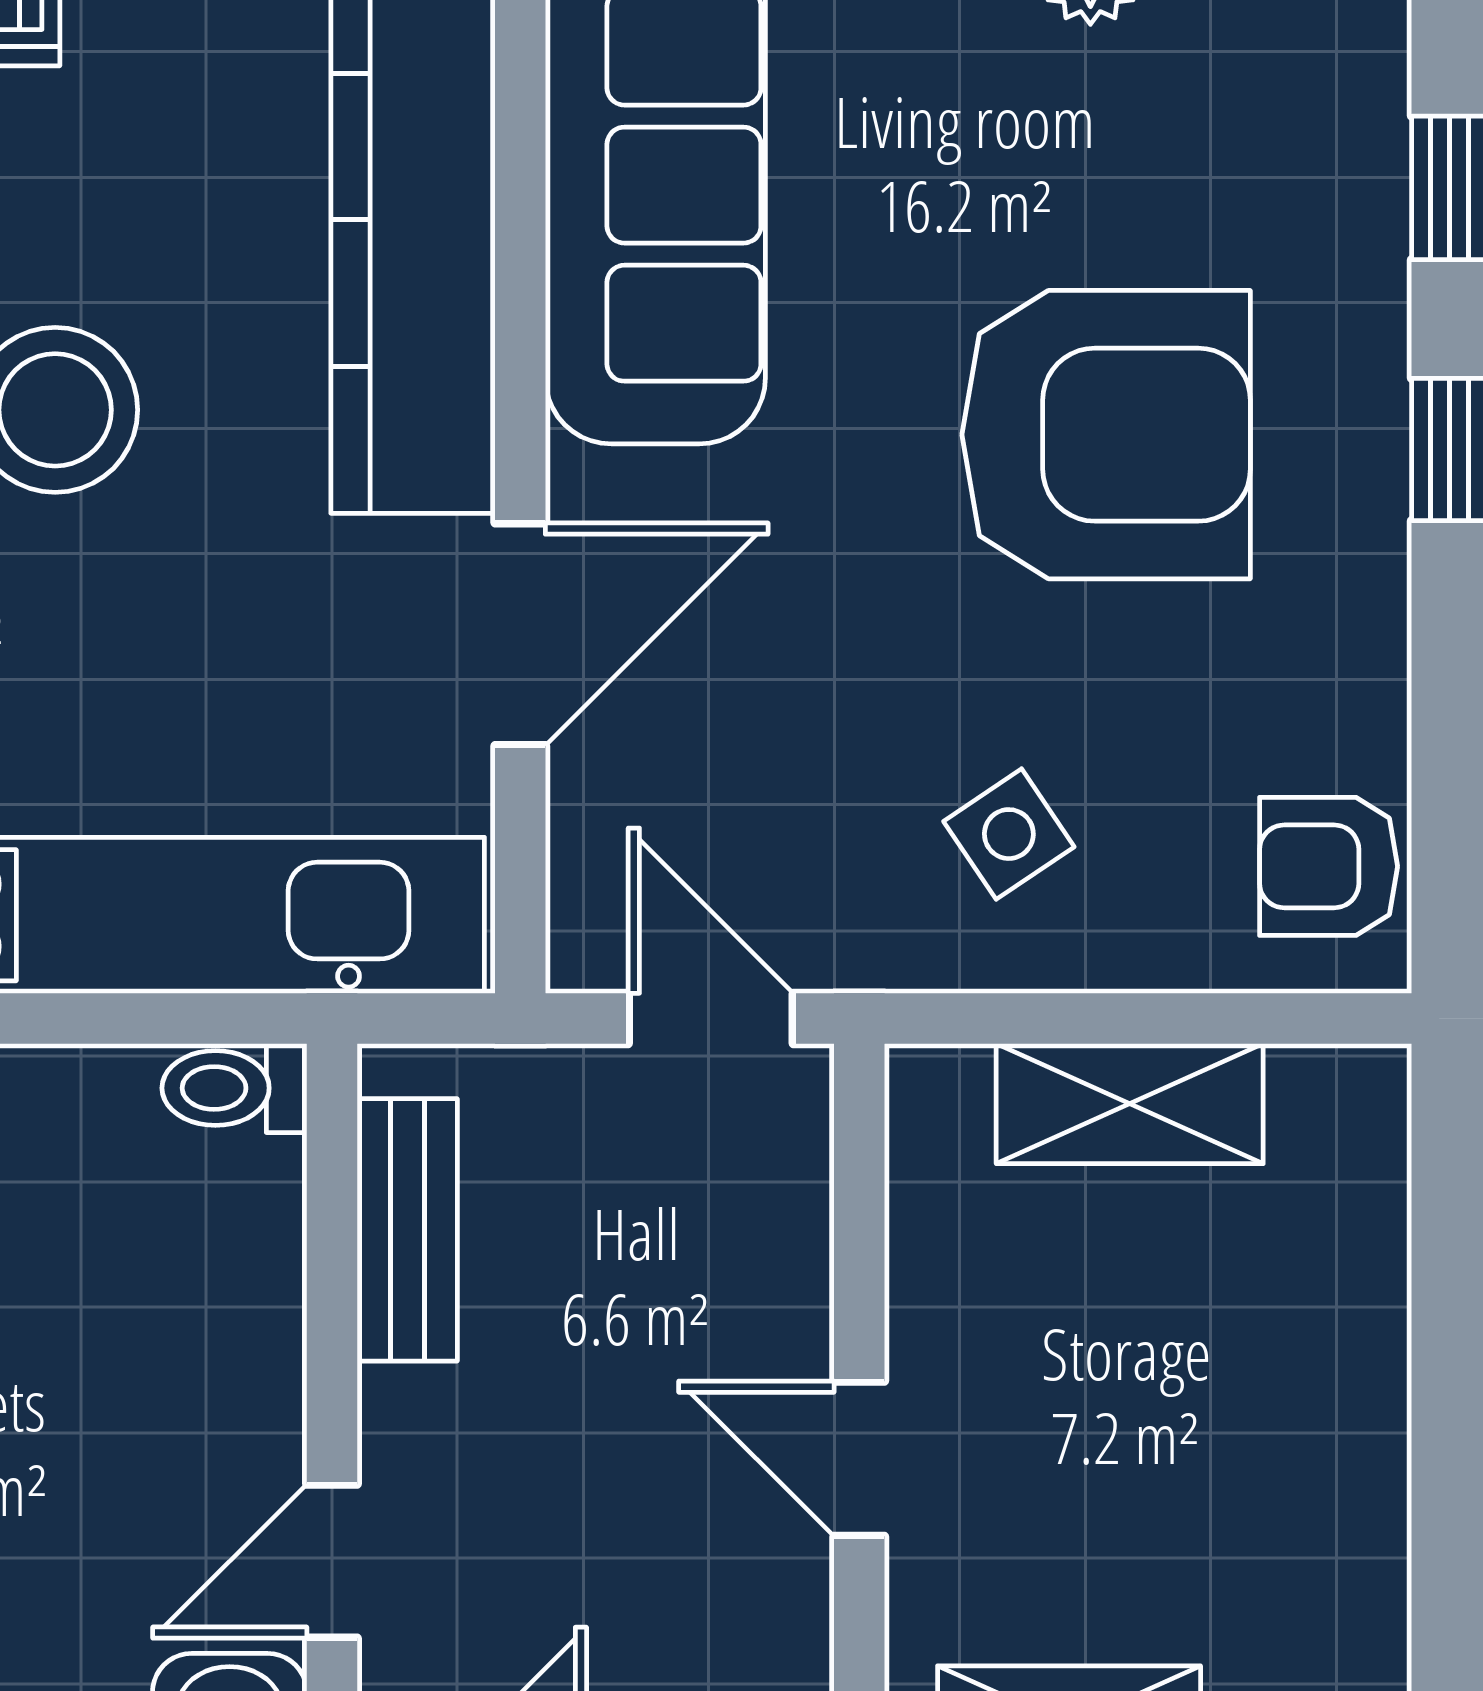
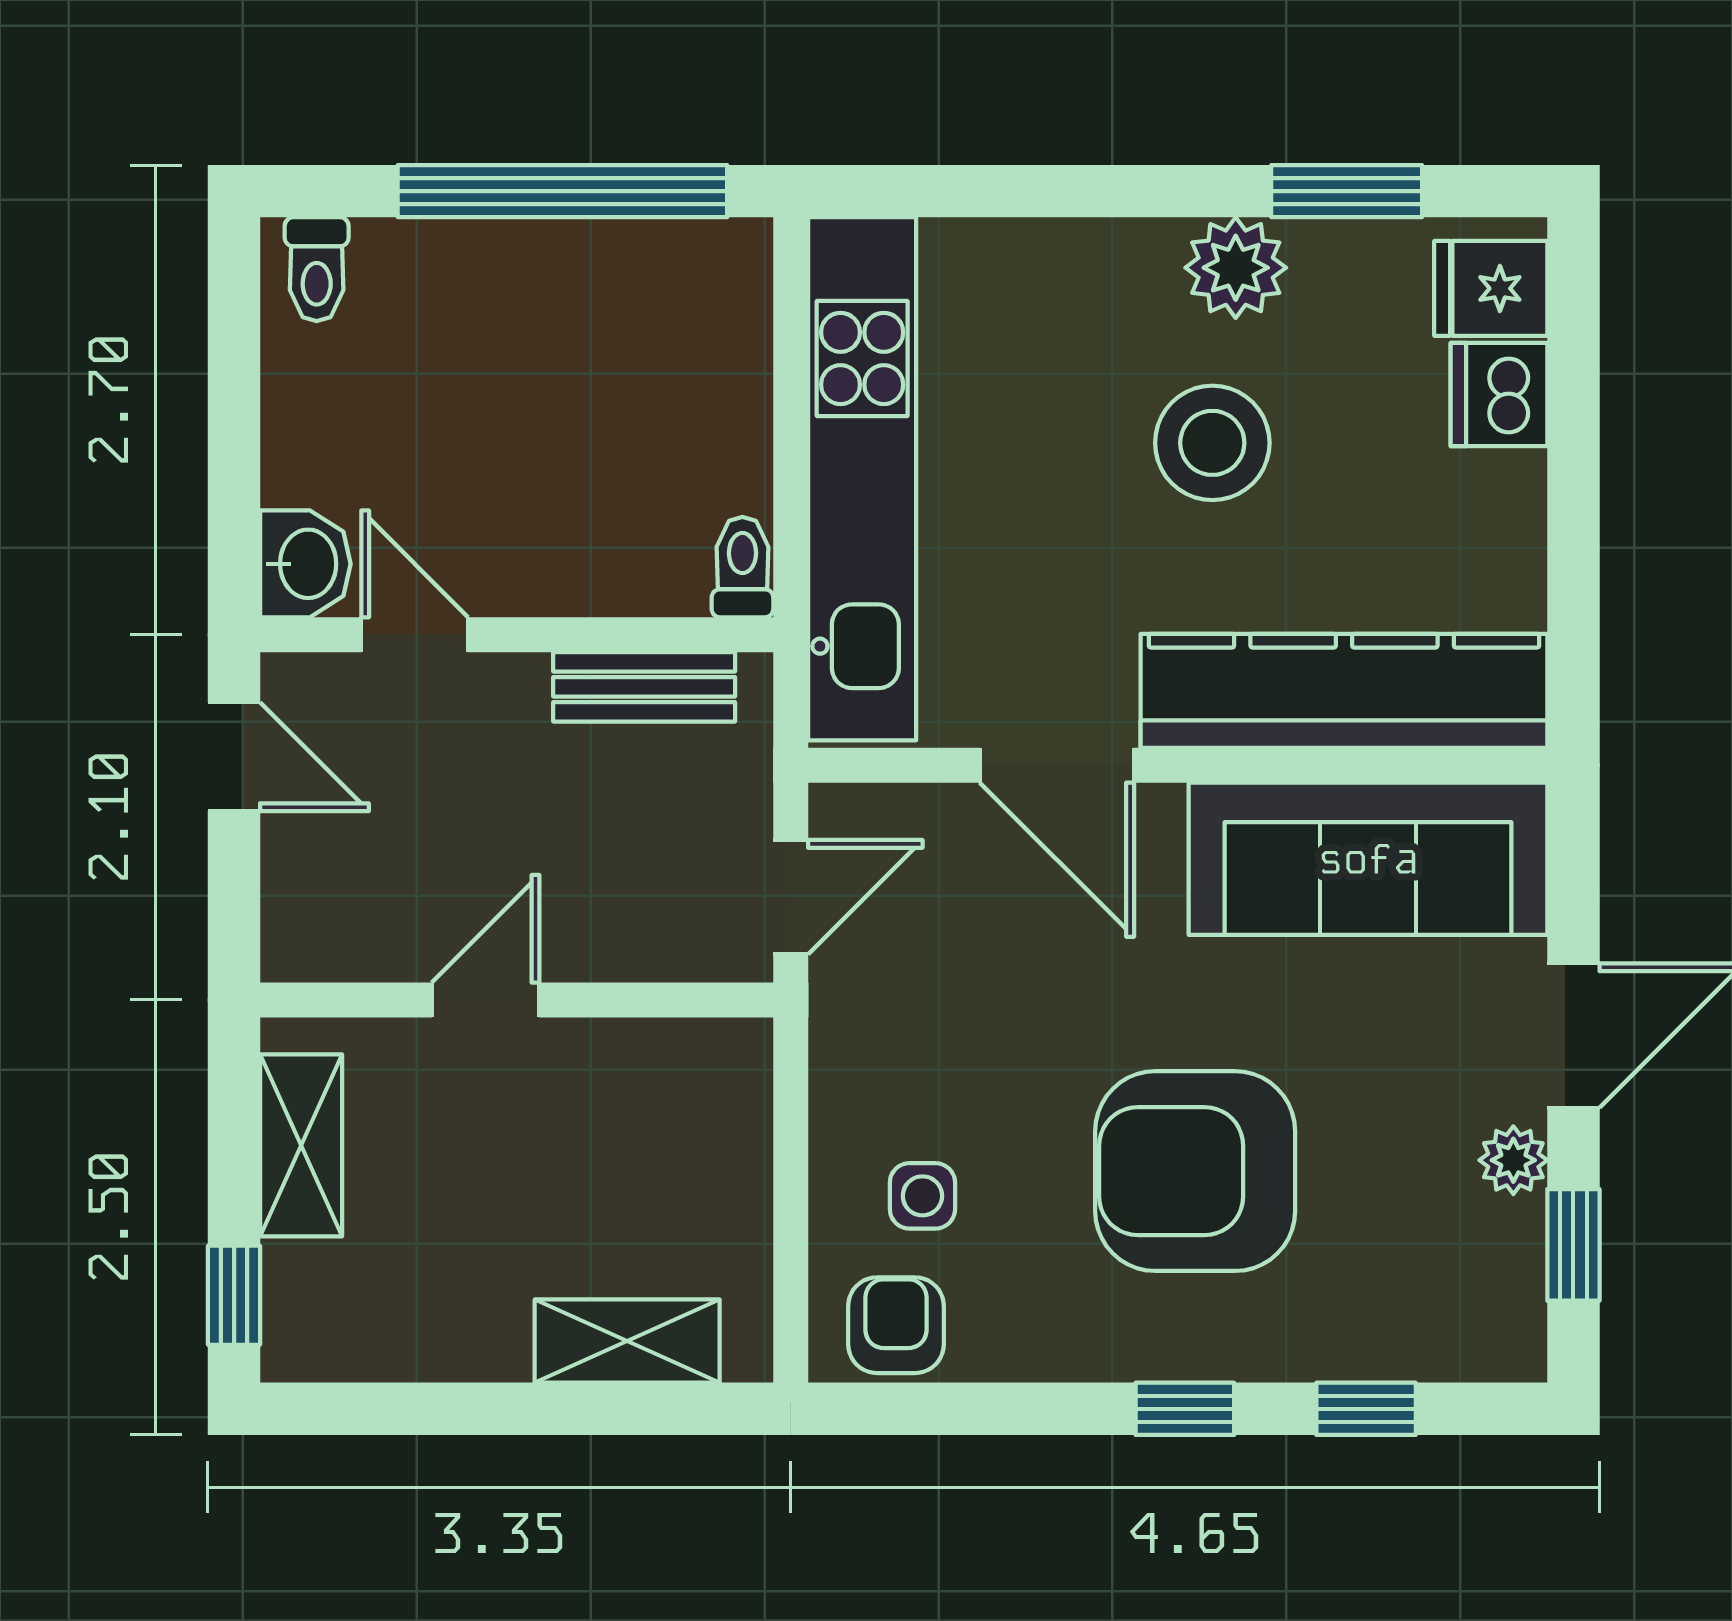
armchair: (1106, 435) -> (1195, 1171), turned 90
side table: (1009, 834) -> (922, 1196), moved, turned 34
shelving: (1130, 1104) -> (627, 1341), moved, turned 90

